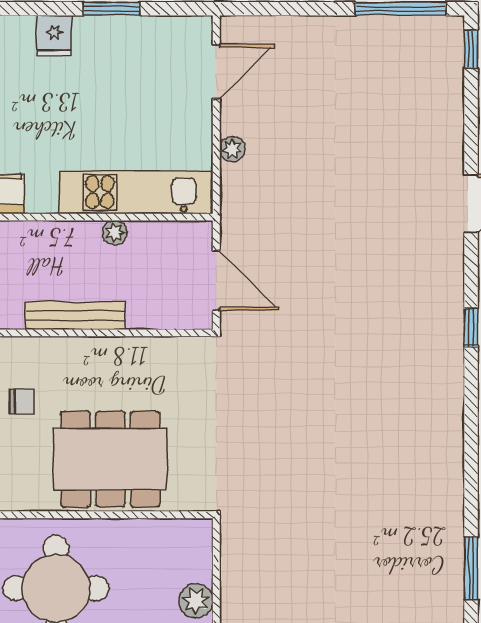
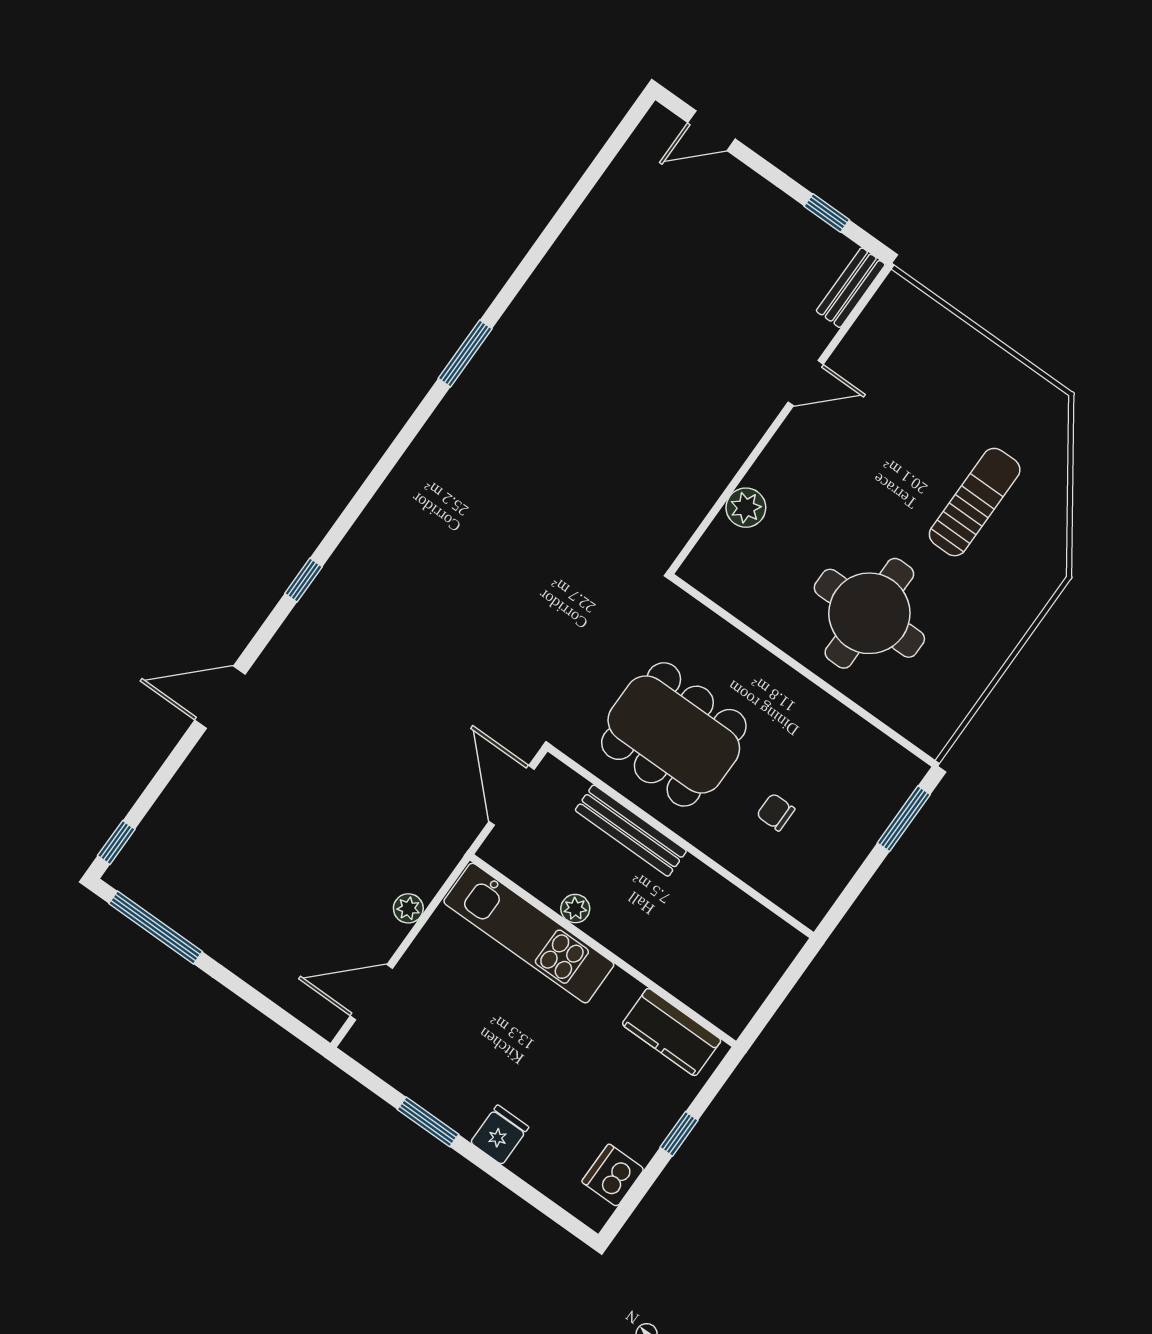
bench: (75, 316) -> (631, 831), moved
dining table: (110, 459) -> (674, 734), moved

